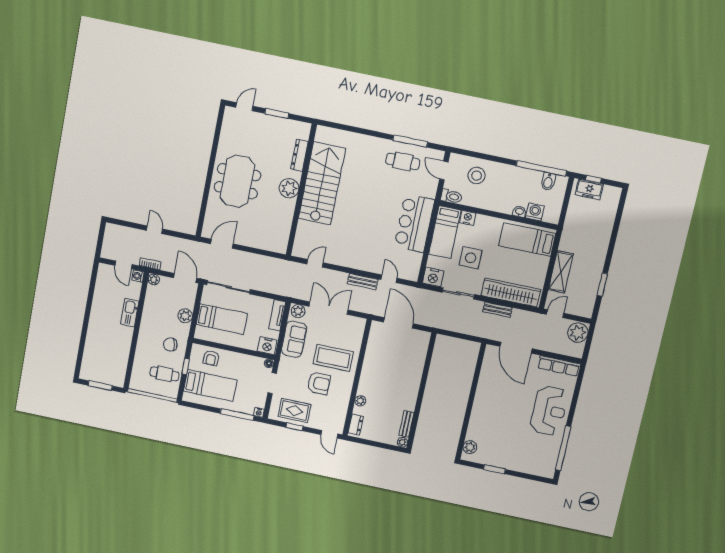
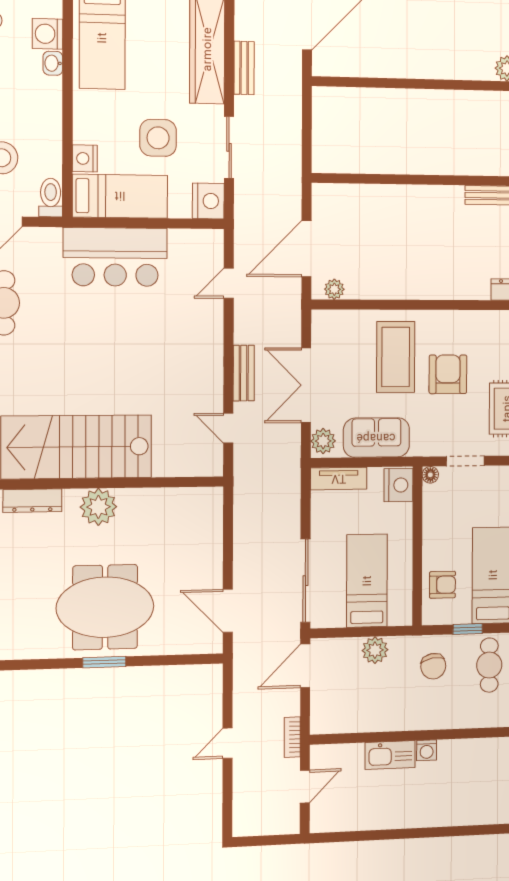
window: (210, 175) -> (104, 662), added
washing machine: (138, 276) -> (427, 750), moved
plant: (154, 279) -> (320, 724), removed
bench: (363, 282) -> (244, 373), moved
plant: (360, 401) -> (334, 289), moved

